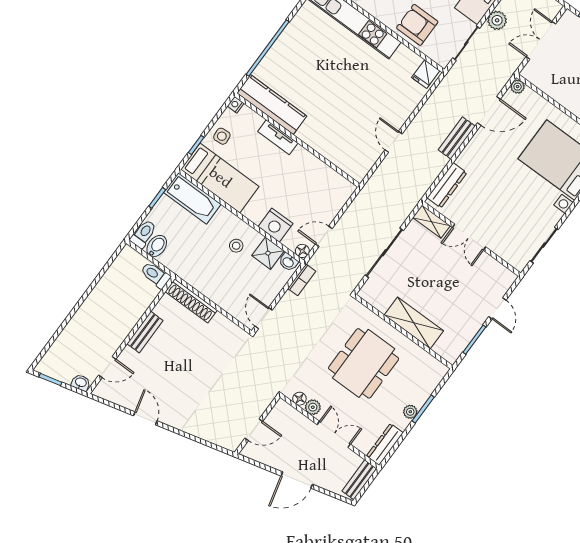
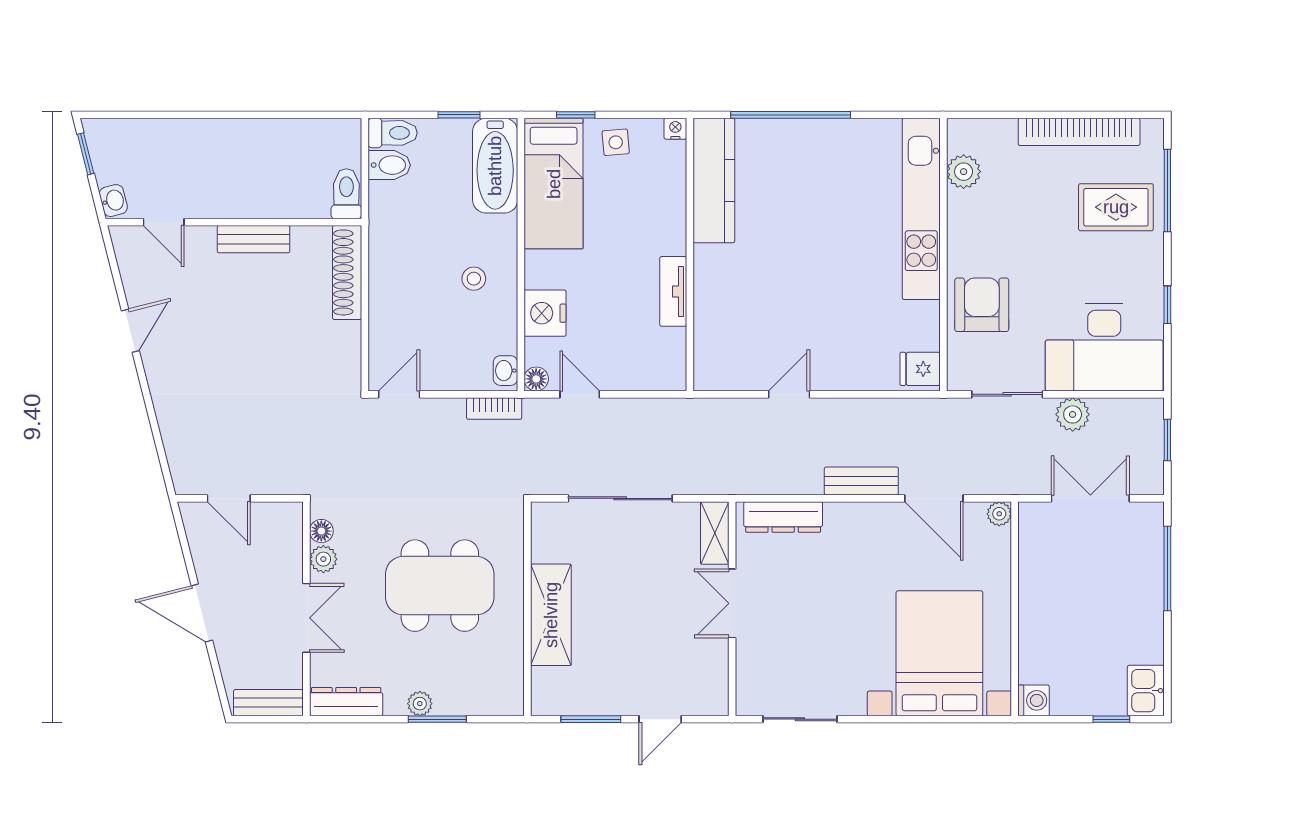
tv unit: (278, 137) -> (673, 291), moved
shower: (268, 253) -> (497, 332), removed

